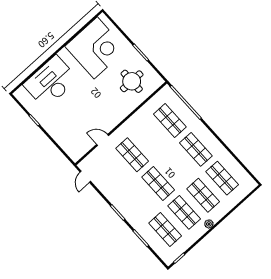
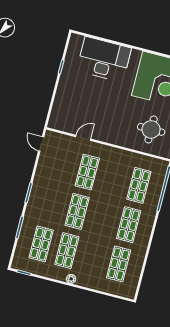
door: (103, 140) -> (83, 138), hinge flipped
door: (85, 177) -> (41, 144), hinge flipped
shop shelf: (203, 195) -> (93, 257), removed

